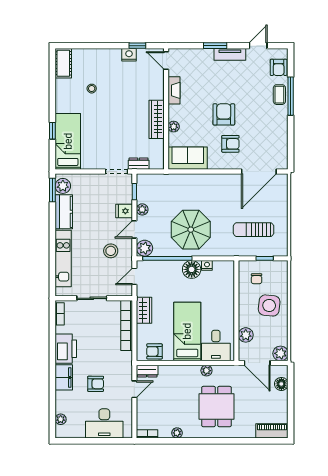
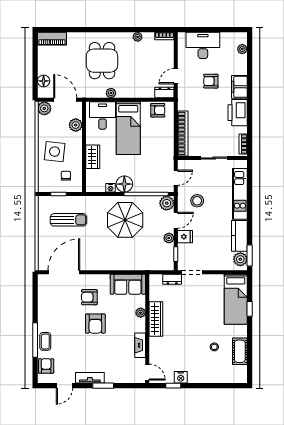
cot: (63, 63) -> (240, 351), moved
wardrobe: (144, 310) -> (93, 157), moved, turned 180

